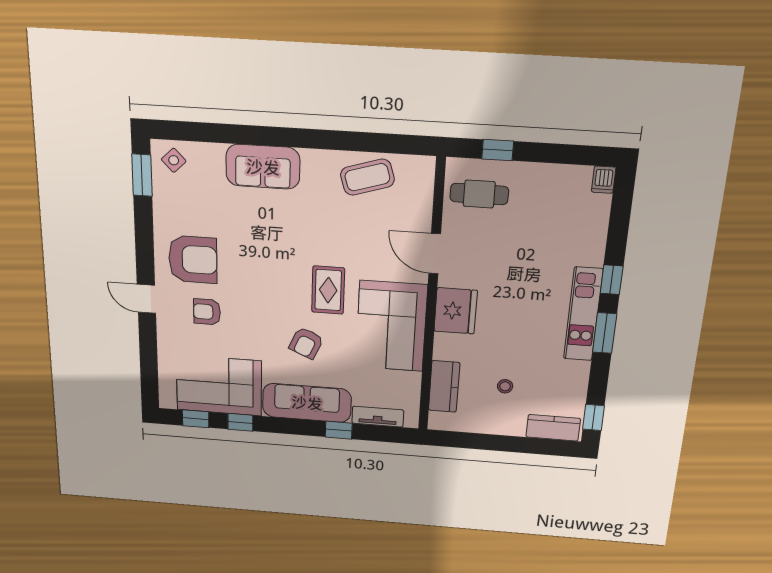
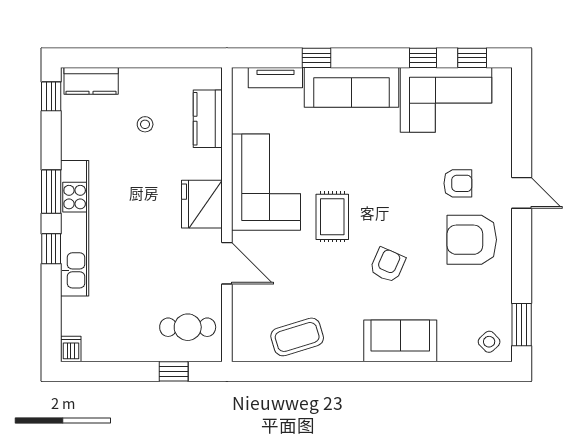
kitchen unit: (583, 314) -> (75, 228), width x1.36
armchair: (306, 343) -> (388, 265), moved

